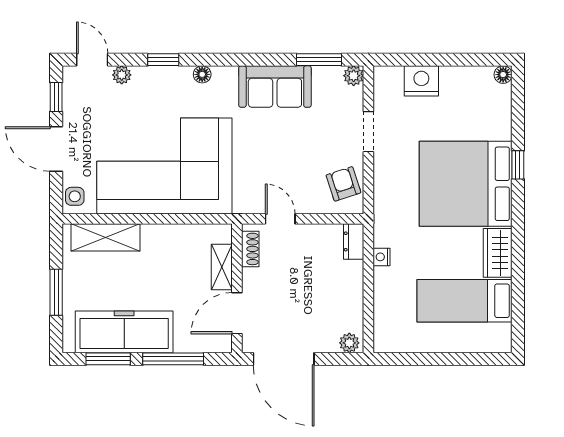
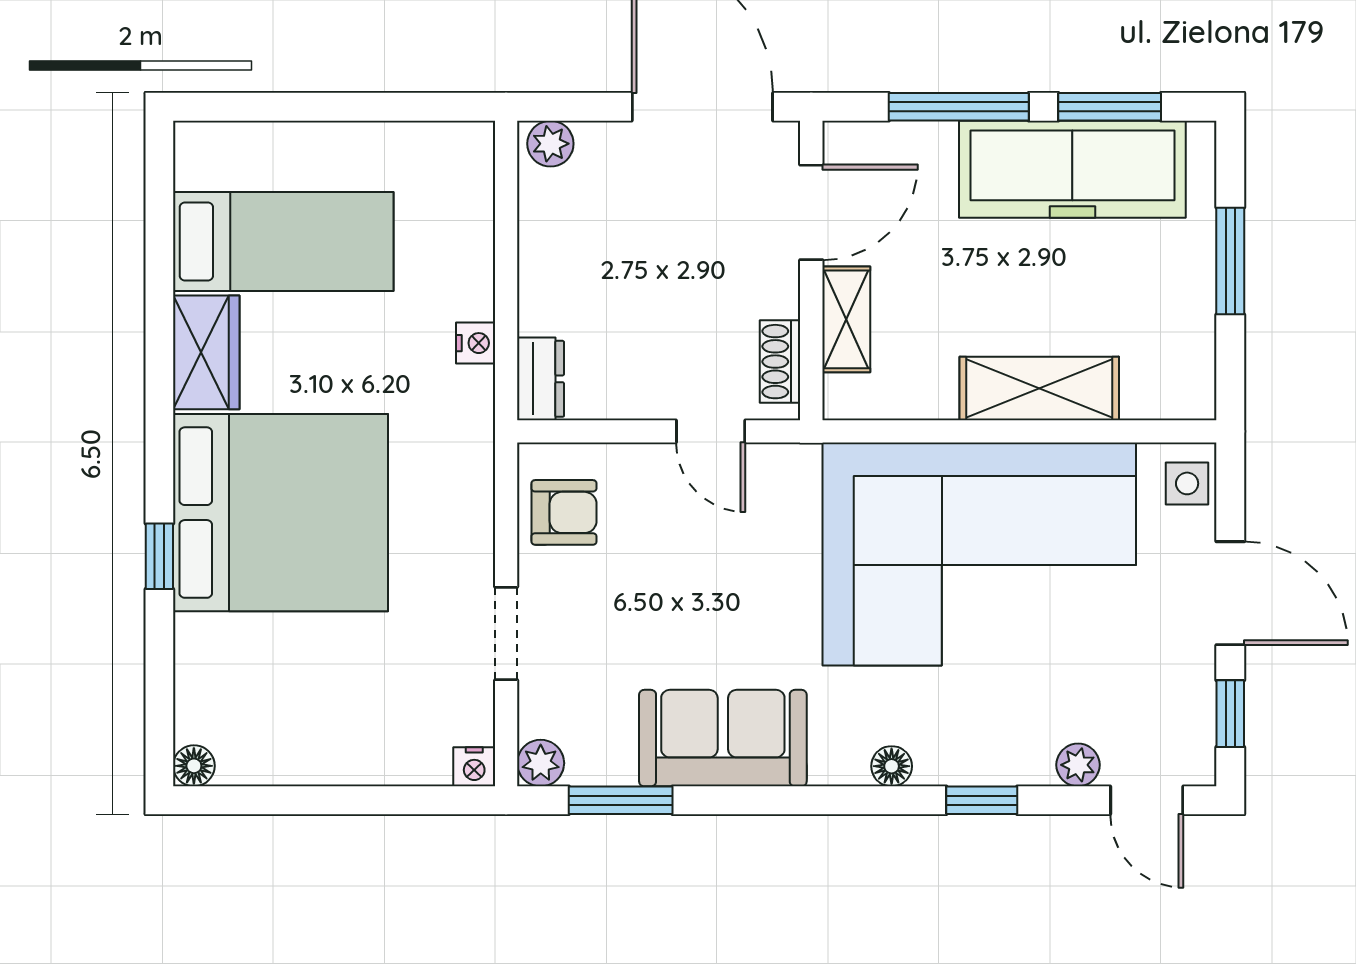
nightstand: (421, 81) -> (474, 767), moved, width x0.53, depth x0.56
armchair: (343, 184) -> (564, 512), turned -72
shelving: (105, 237) -> (1039, 388), moved

